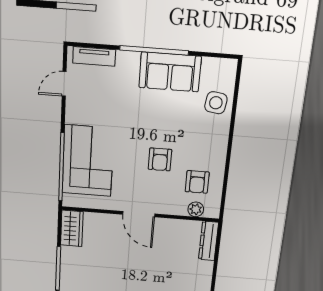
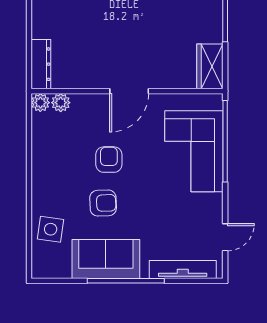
tv unit: (94, 56) -> (183, 269), width x1.41
armchair: (197, 182) -> (103, 203), moved, turned 88
plant: (212, 211) -> (40, 103), added
door: (139, 214) -> (129, 91), swing flipped

